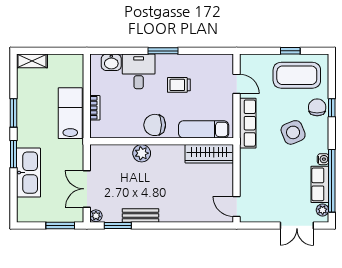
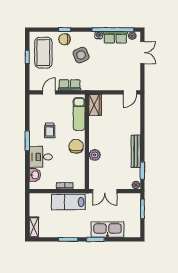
row of seats: (248, 123) -> (70, 85), width x0.68
chair: (155, 125) -> (76, 146), turned 180
wardrobe: (209, 154) -> (95, 105), width x0.67
double door: (87, 189) -> (105, 191), moved
bench: (140, 215) -> (136, 151), width x1.36

